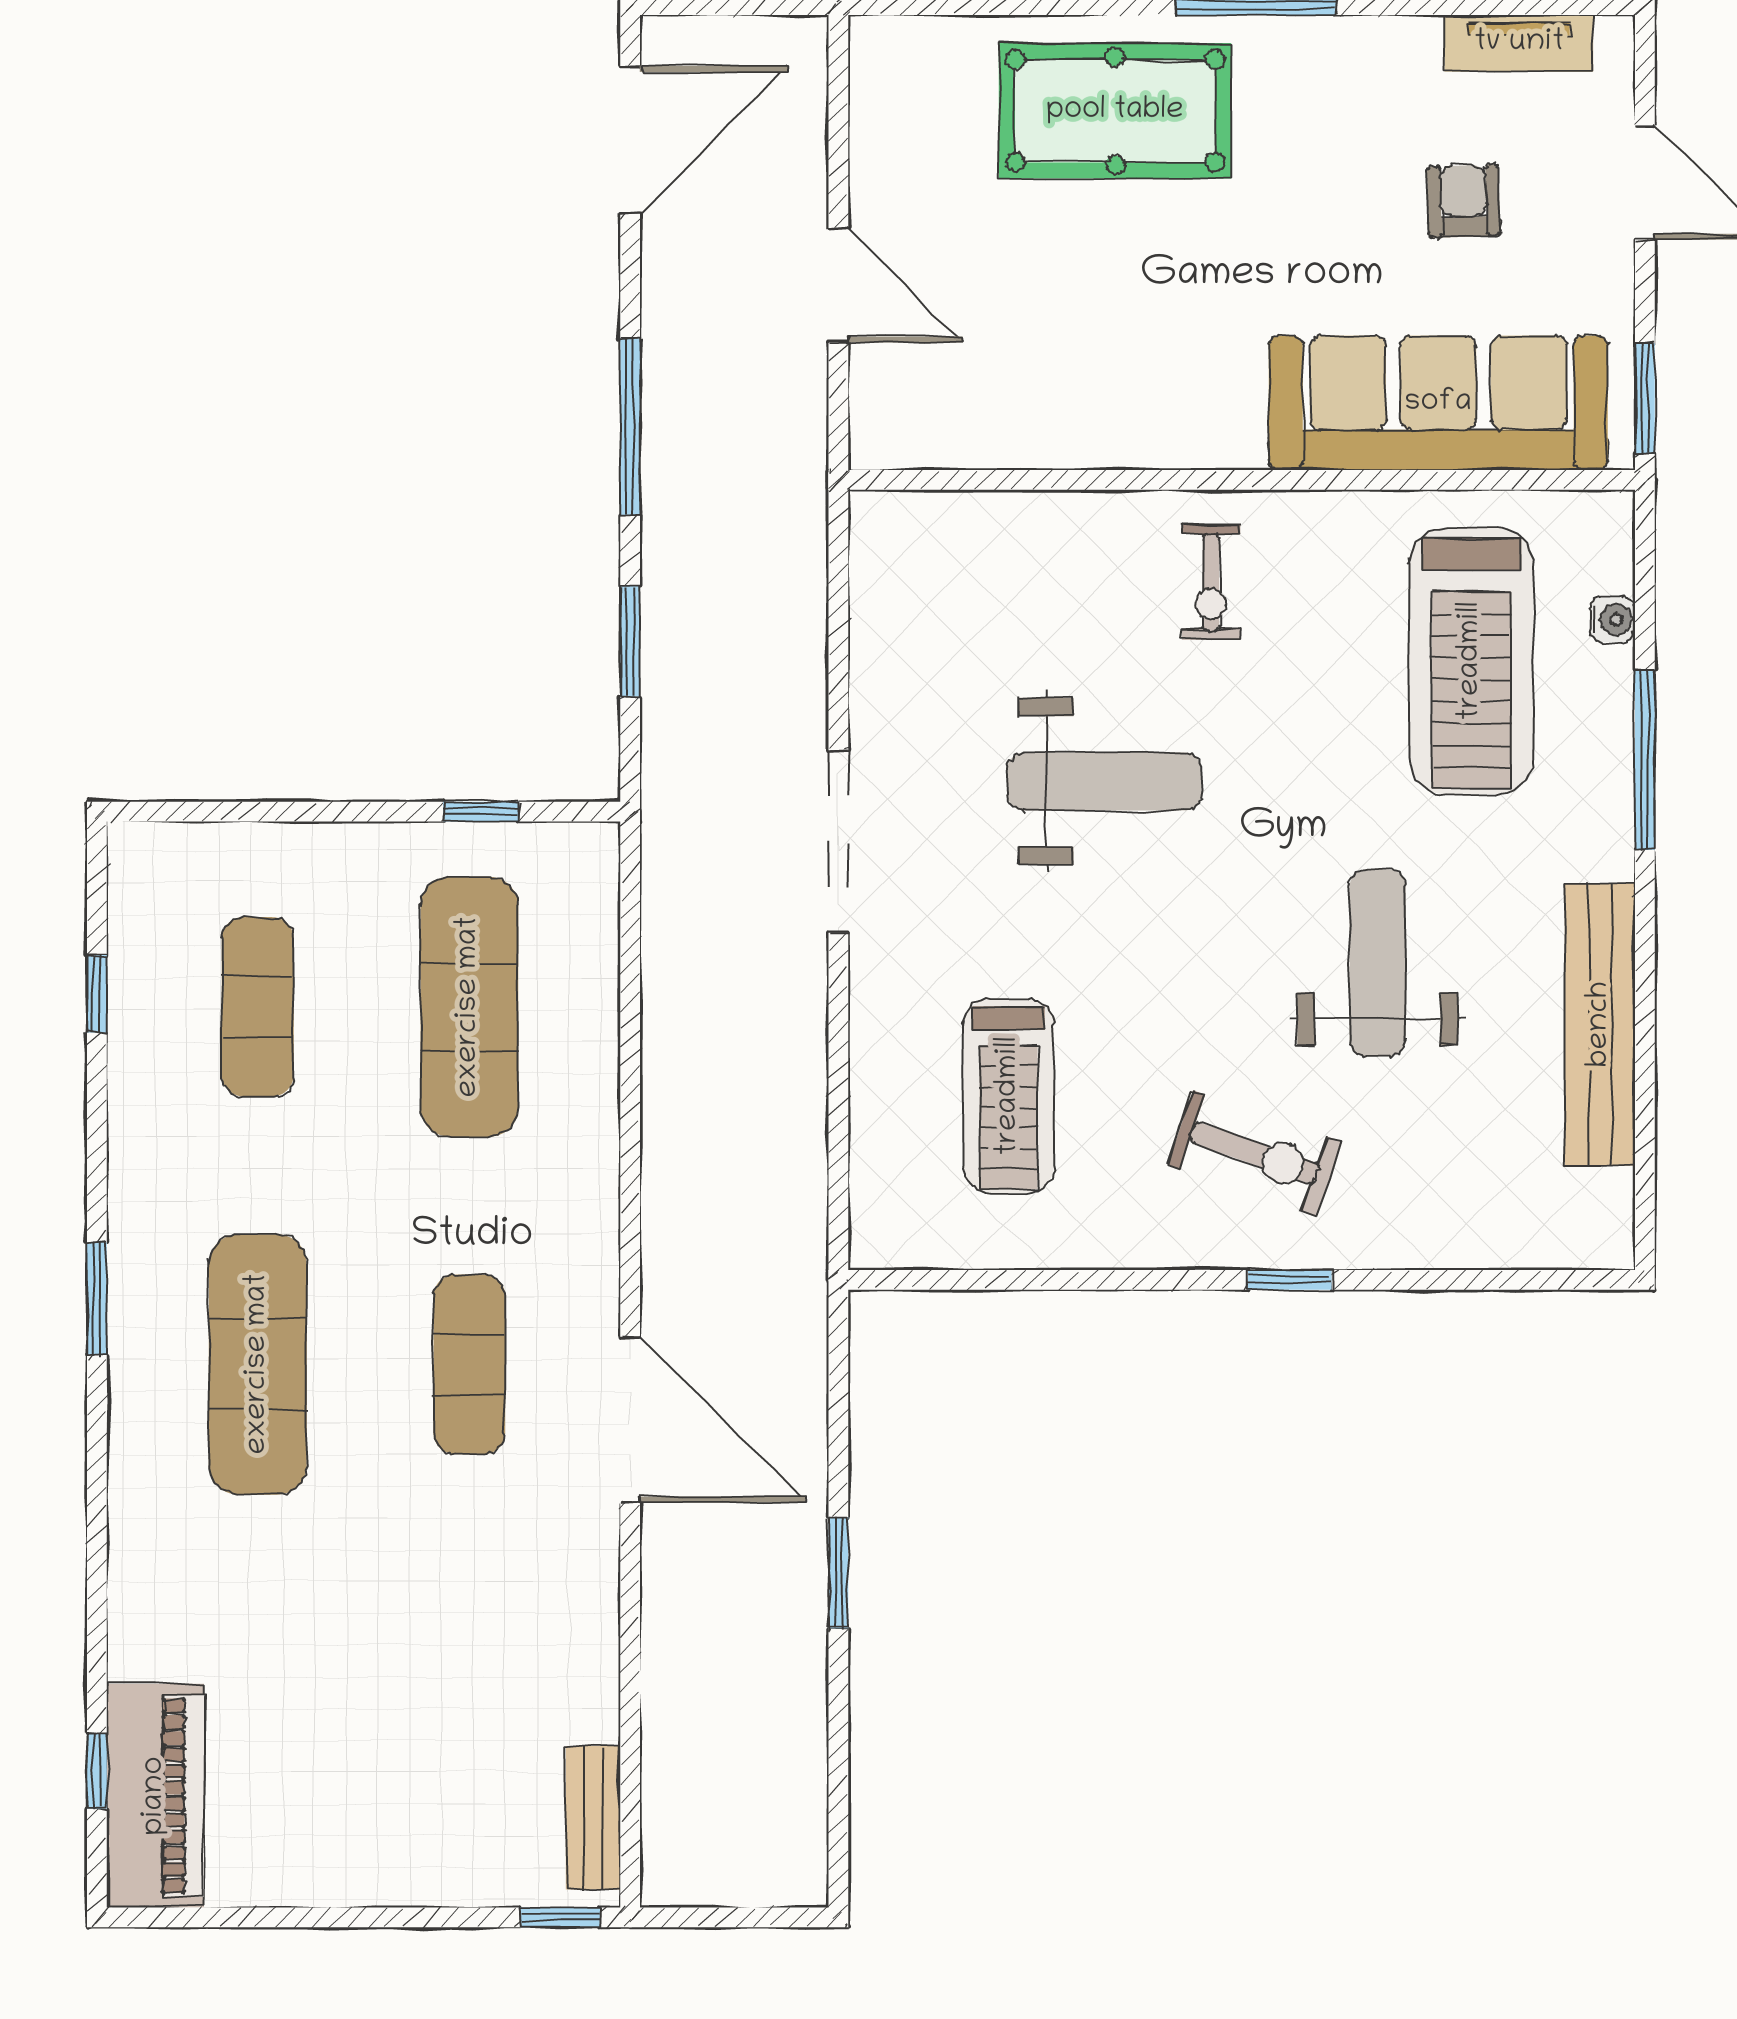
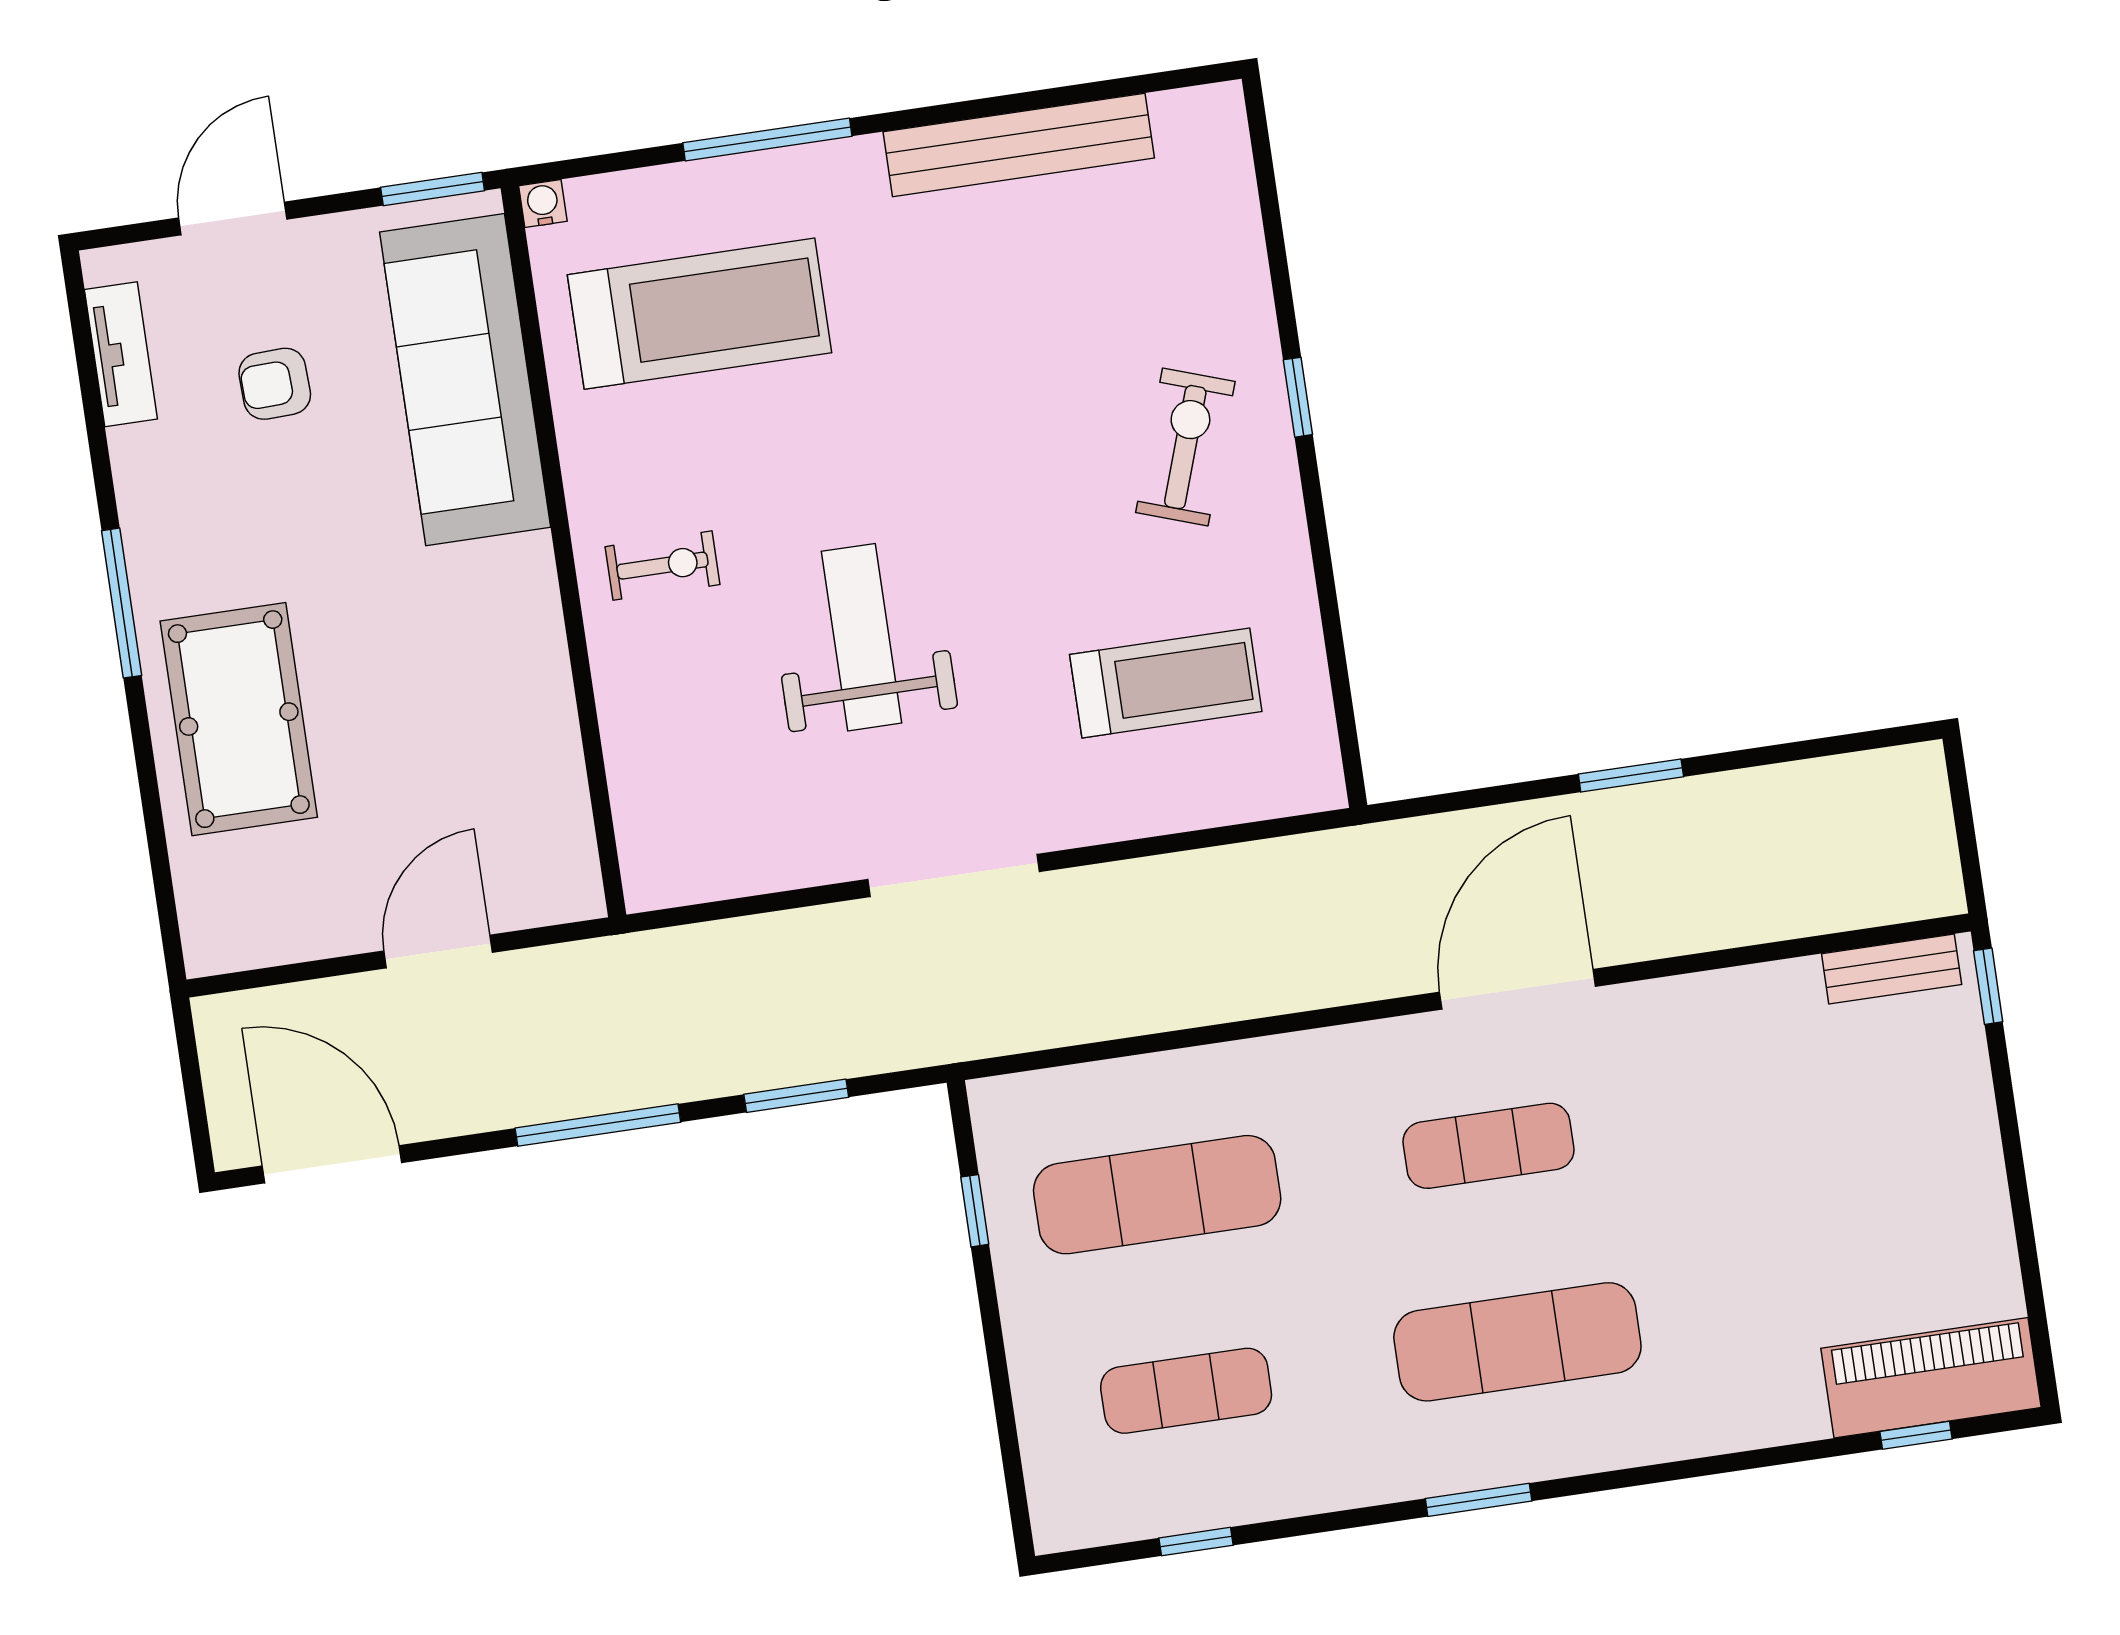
water cooler: (1612, 619) -> (543, 203), moved
weight bench: (1378, 963) -> (992, 359), removed

